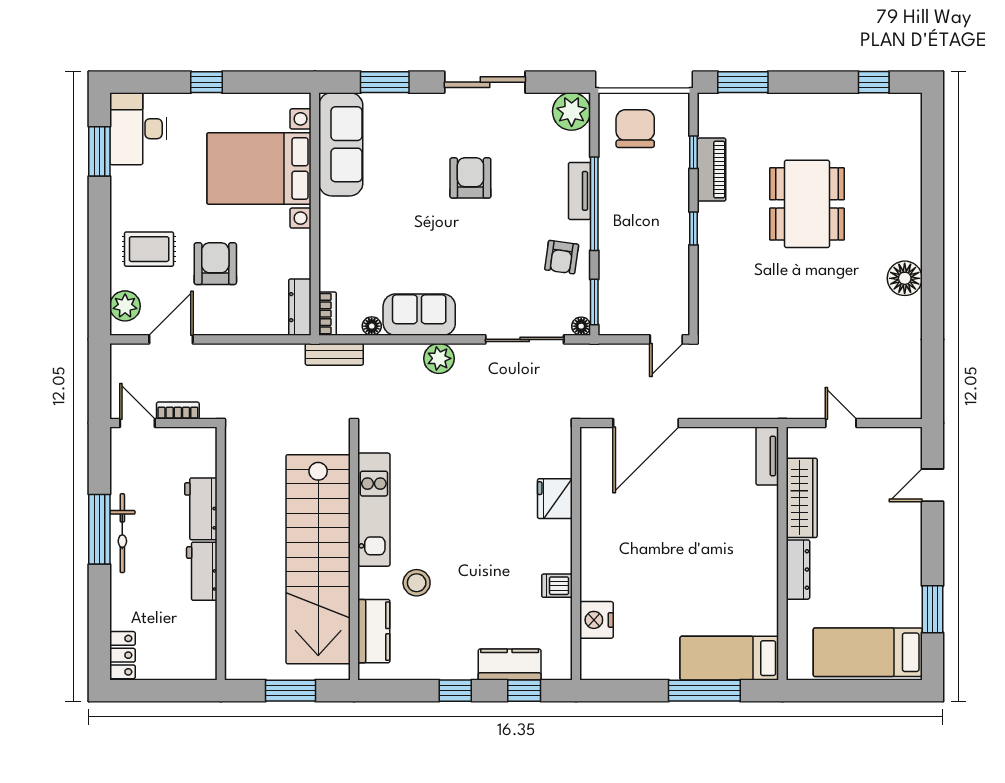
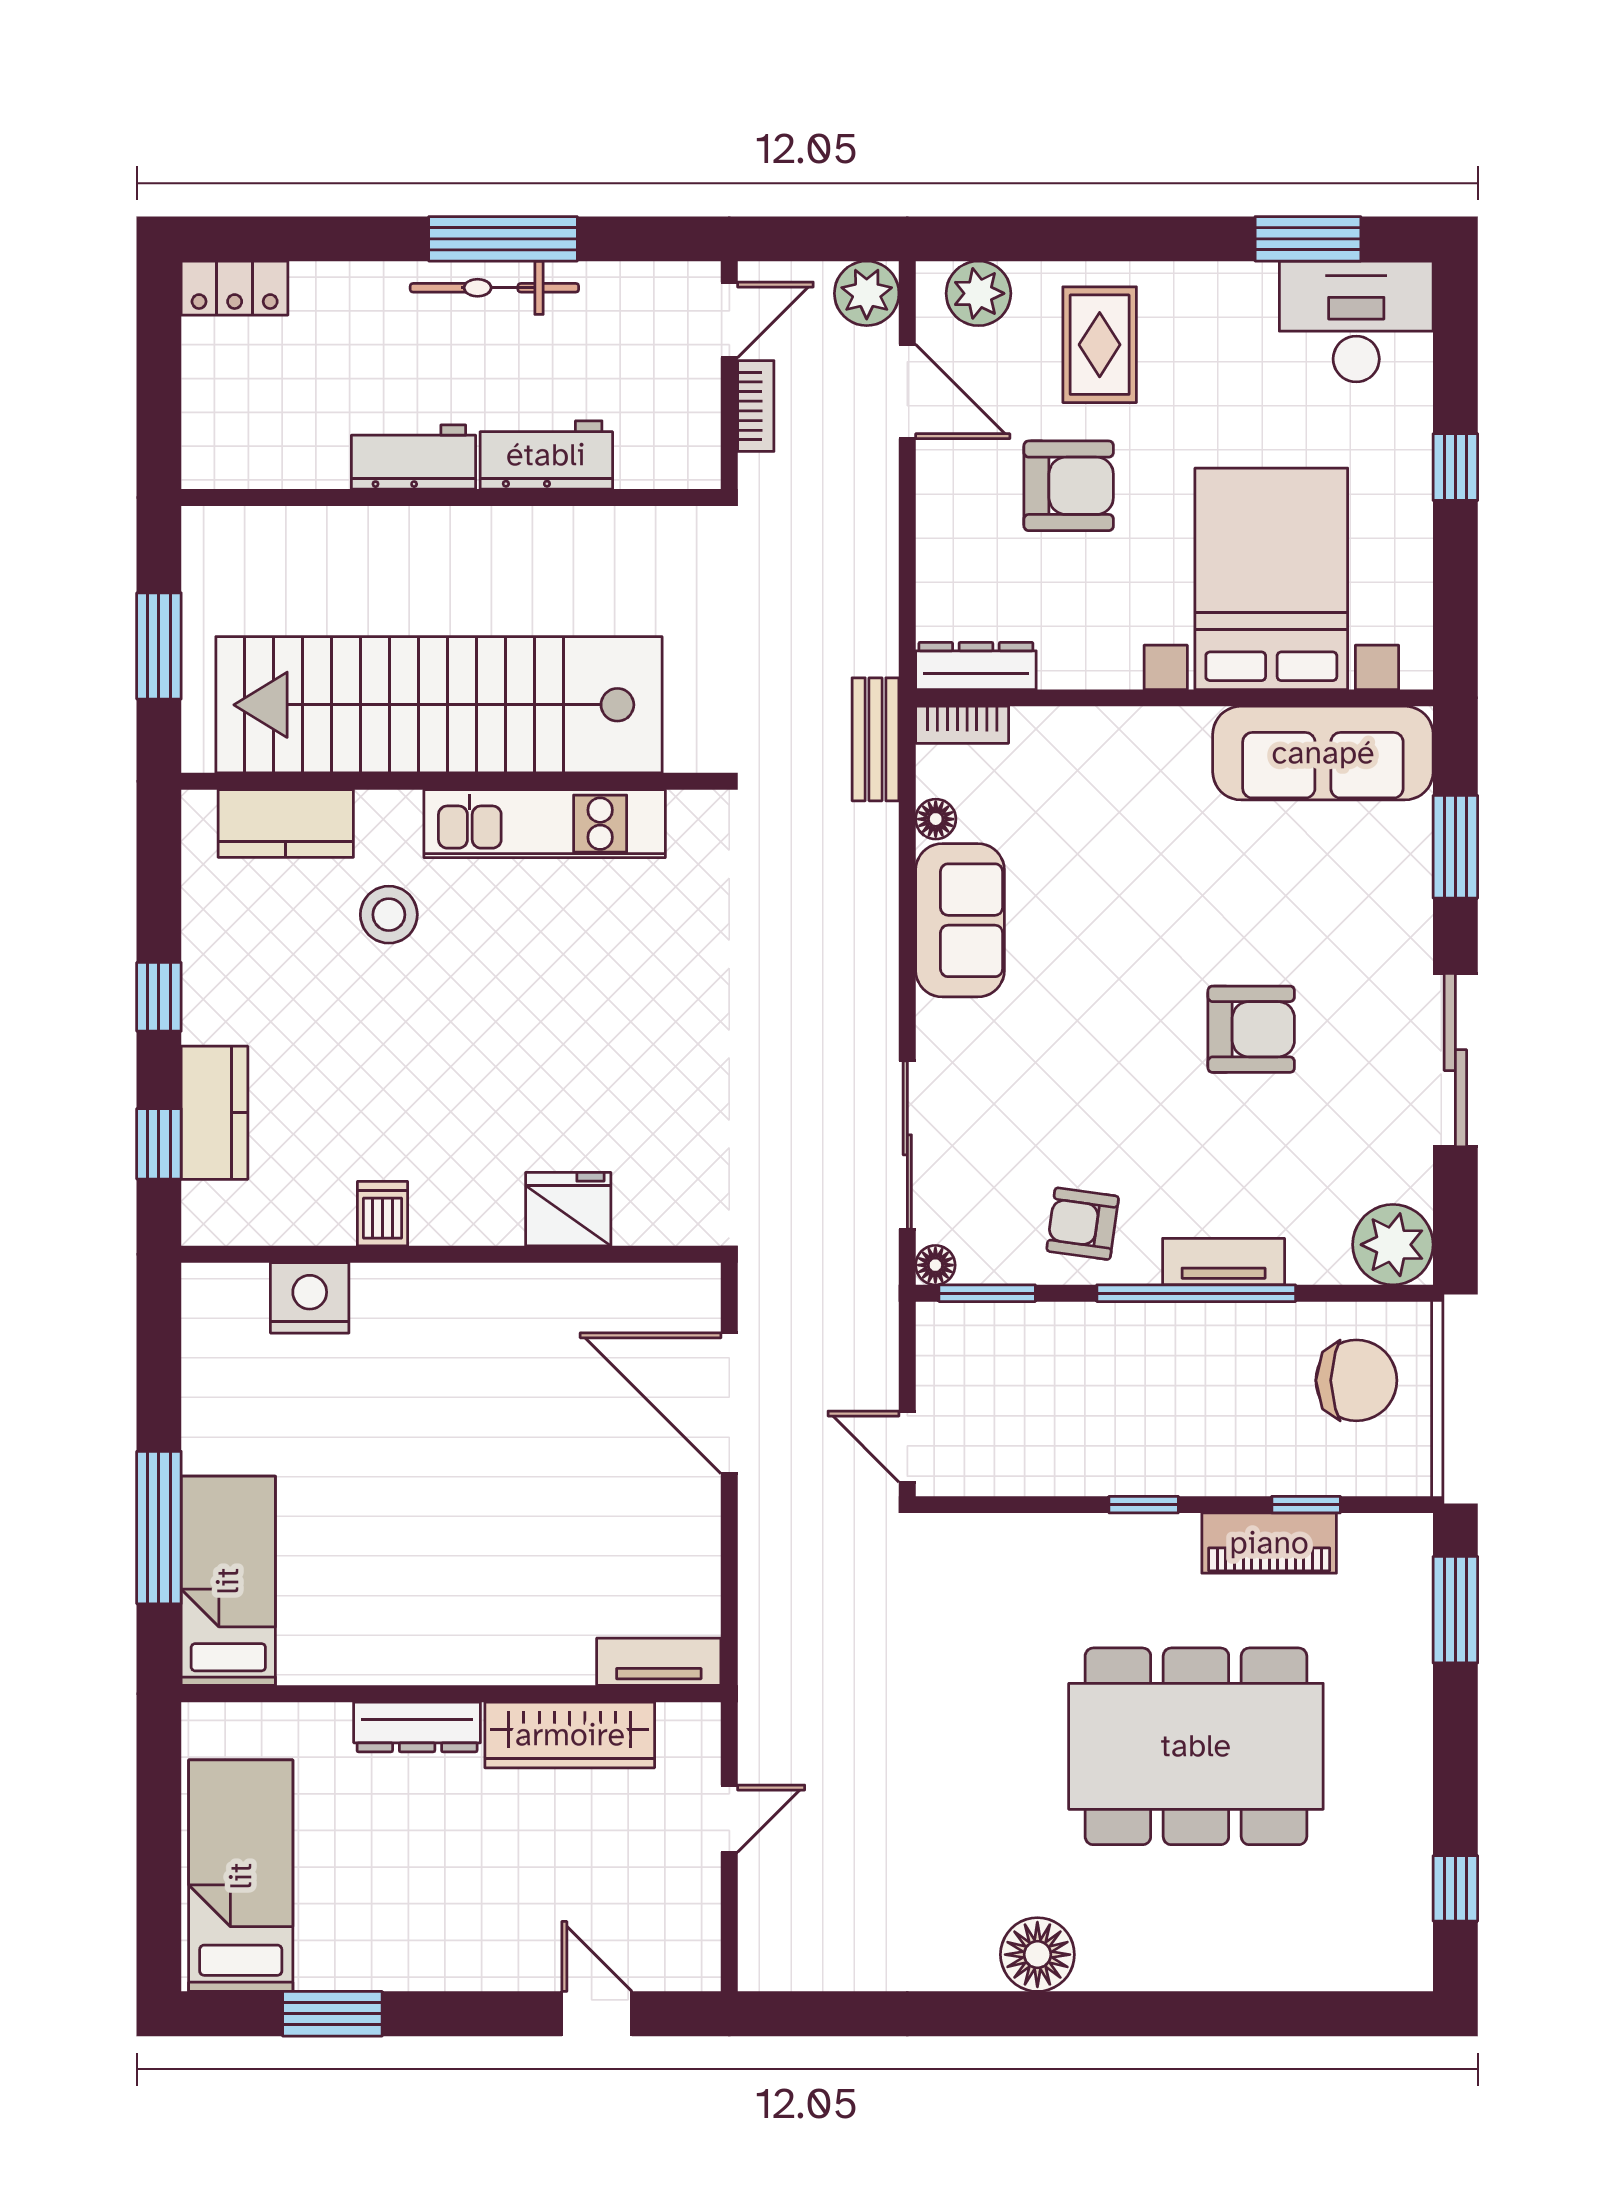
dining table: (807, 204) -> (1196, 1746), width x1.36, depth x1.24
plant: (439, 358) -> (867, 293), moved

